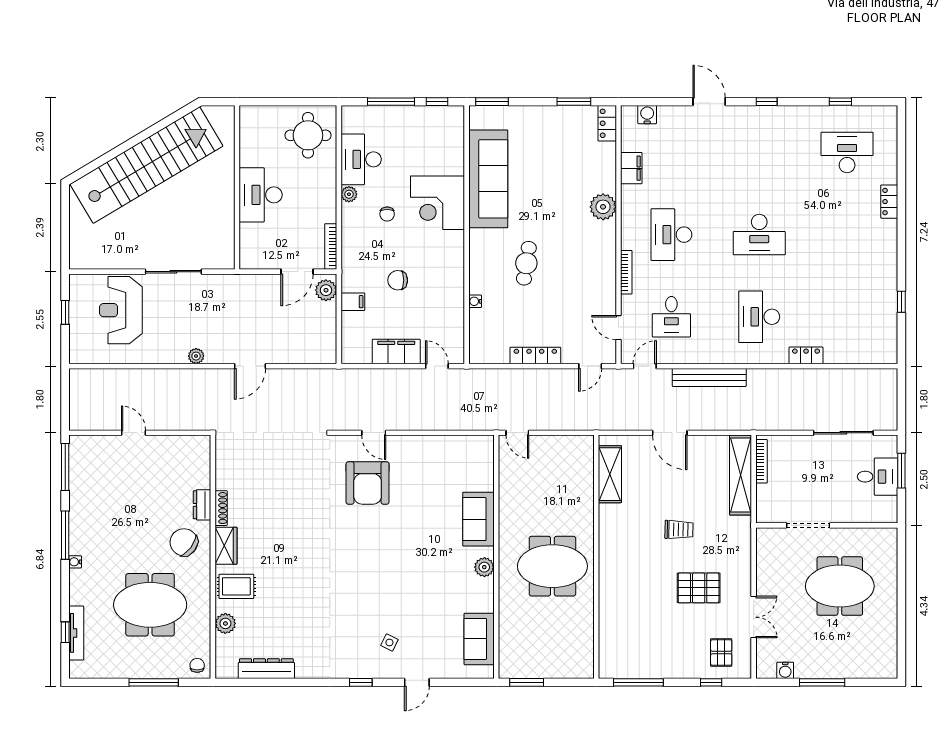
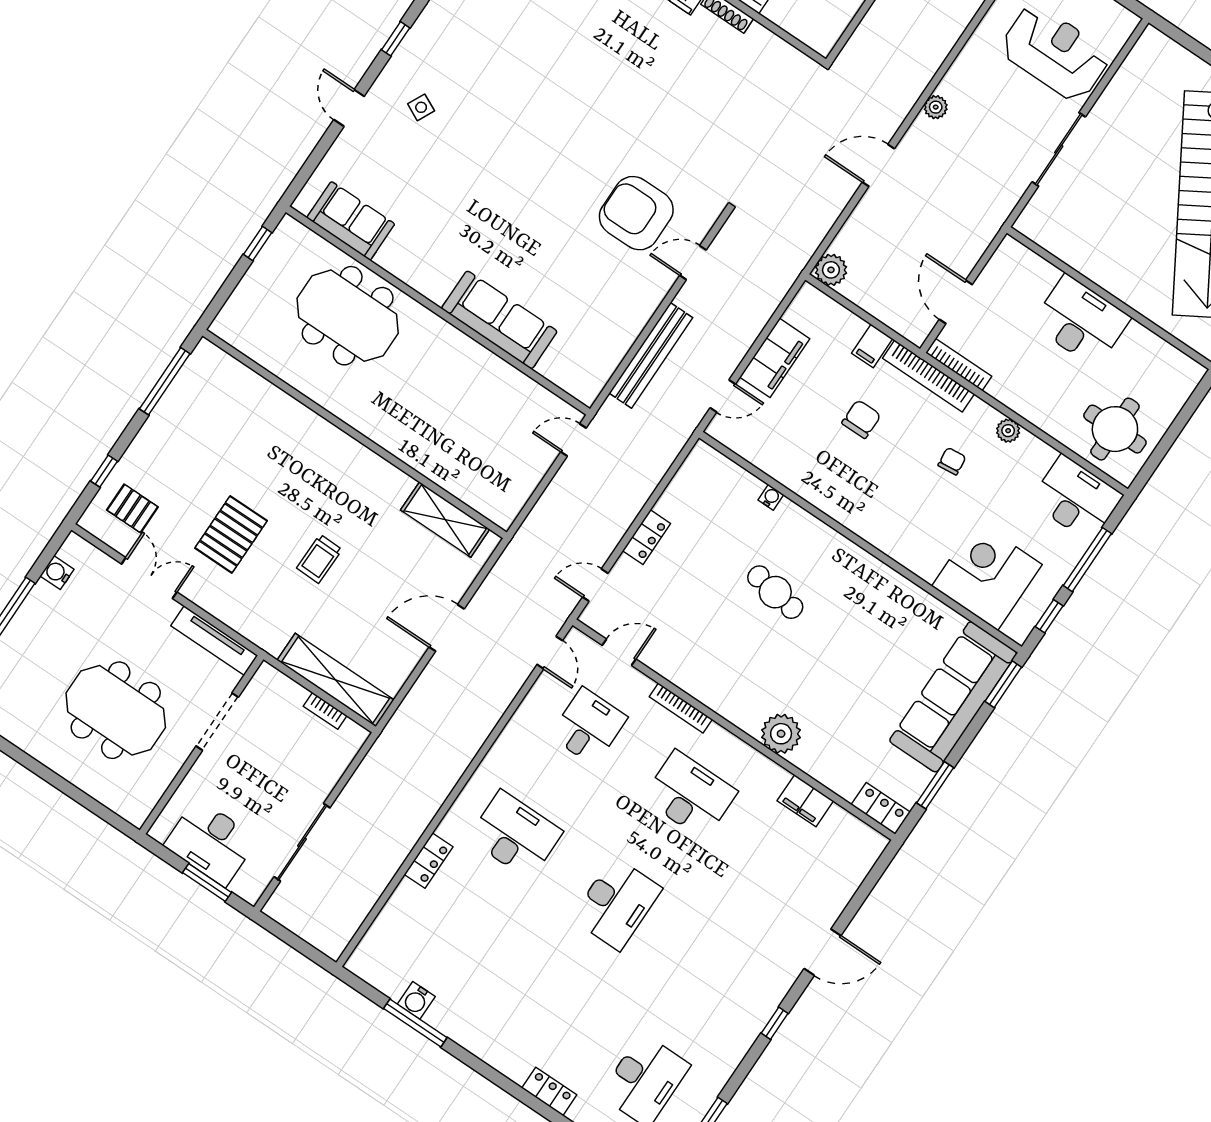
water cooler: (647, 115) -> (416, 1000), moved, turned 90
desk: (361, 159) -> (1076, 498), moved
sofa: (488, 179) -> (953, 697), moved, turned 90
corner desk: (438, 203) -> (987, 575), moved
chair: (387, 214) -> (952, 461), turned 84
desk: (759, 235) -> (617, 903), turned 180
bookcase: (348, 259) -> (929, 376), added
plant: (326, 290) -> (831, 270), moved
window: (901, 302) -> (415, 1023), width x2.17
desk: (671, 317) -> (588, 727), turned 90
locker: (535, 355) -> (647, 537), width x0.66
door: (250, 366) -> (878, 165), hinge flipped
door: (590, 366) -> (595, 585), hinge flipped
bench: (709, 377) -> (651, 355), moved
bookcase: (761, 461) -> (325, 711), width x0.64
desk: (878, 477) -> (211, 842), width x1.37
sofa: (478, 519) -> (499, 320), width x1.36
tv unit: (764, 557) -> (214, 640), added
meeting table: (552, 566) -> (348, 316), moved, turned 90
plant: (484, 567) -> (435, 287), removed
meeting table: (840, 586) -> (116, 710), turned 90
double door: (754, 617) -> (149, 578), swing flipped
window: (527, 682) -> (258, 243), width x0.67

